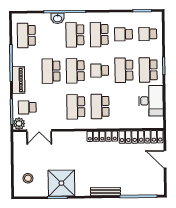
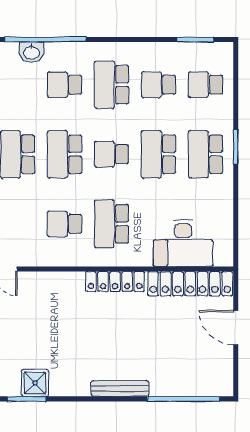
school desk: (75, 35) -> (65, 85), width x0.54
desk: (151, 101) -> (183, 243), moved, turned 90
school desk: (76, 107) -> (65, 224), width x0.54
shower: (61, 183) -> (35, 383), width x0.54, depth x0.54

